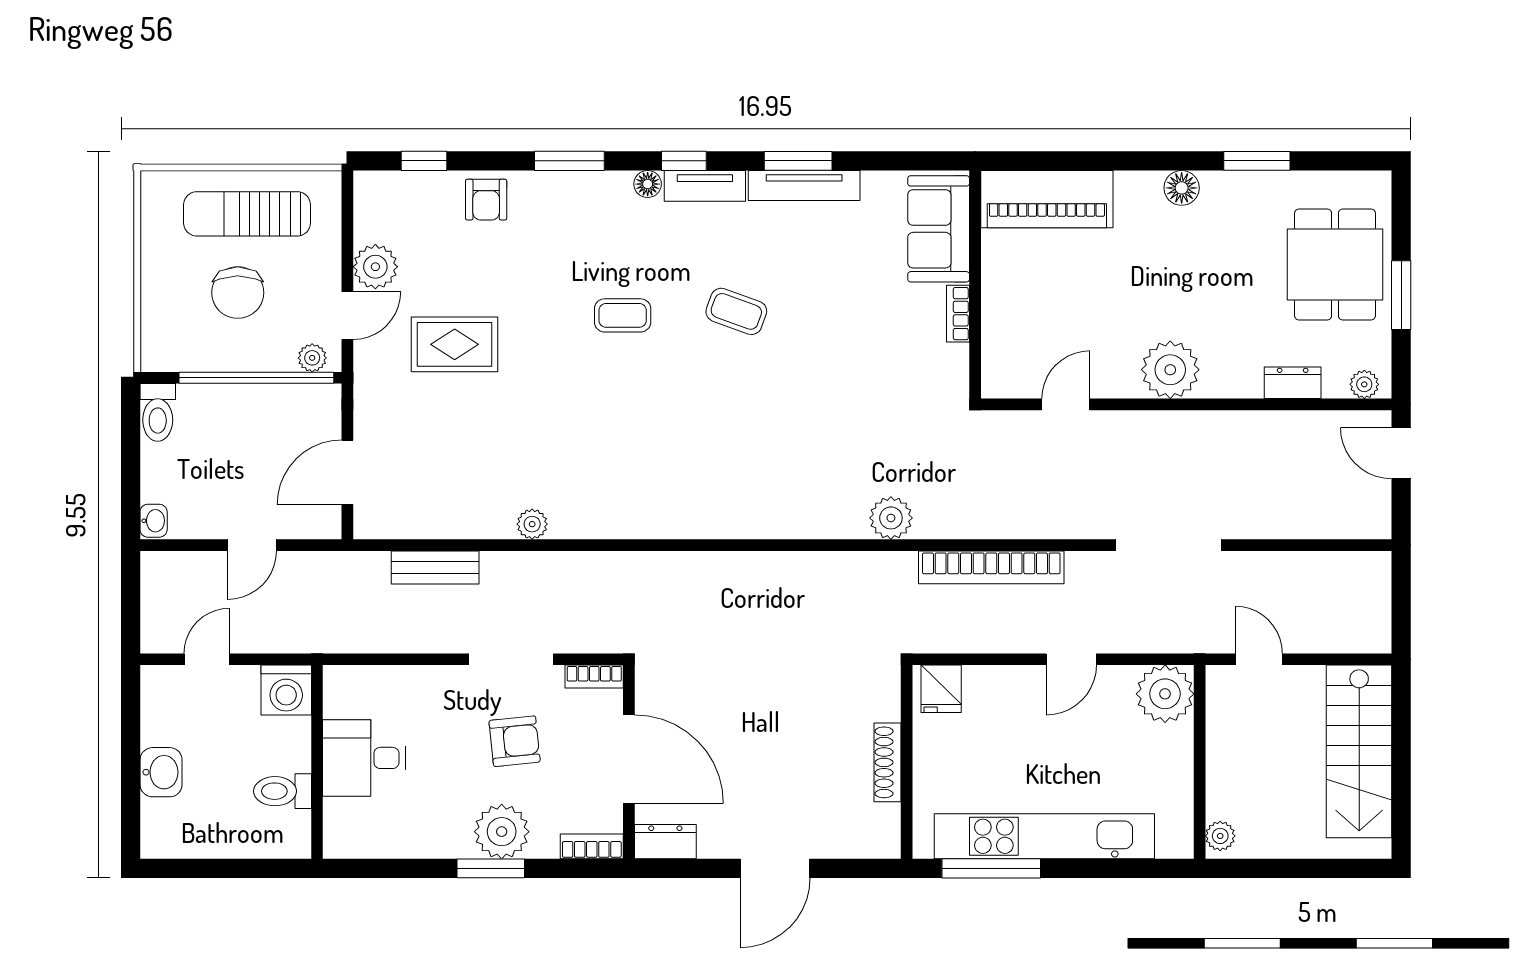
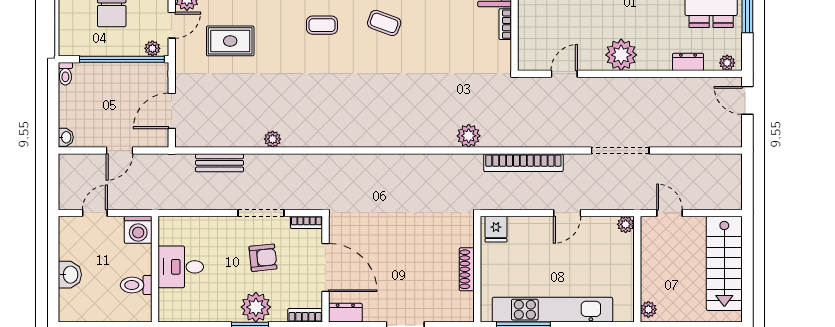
toilet: (158, 412) -> (65, 74), width x0.73, depth x0.72
plant: (1165, 694) -> (626, 224), width x0.53, depth x0.53

